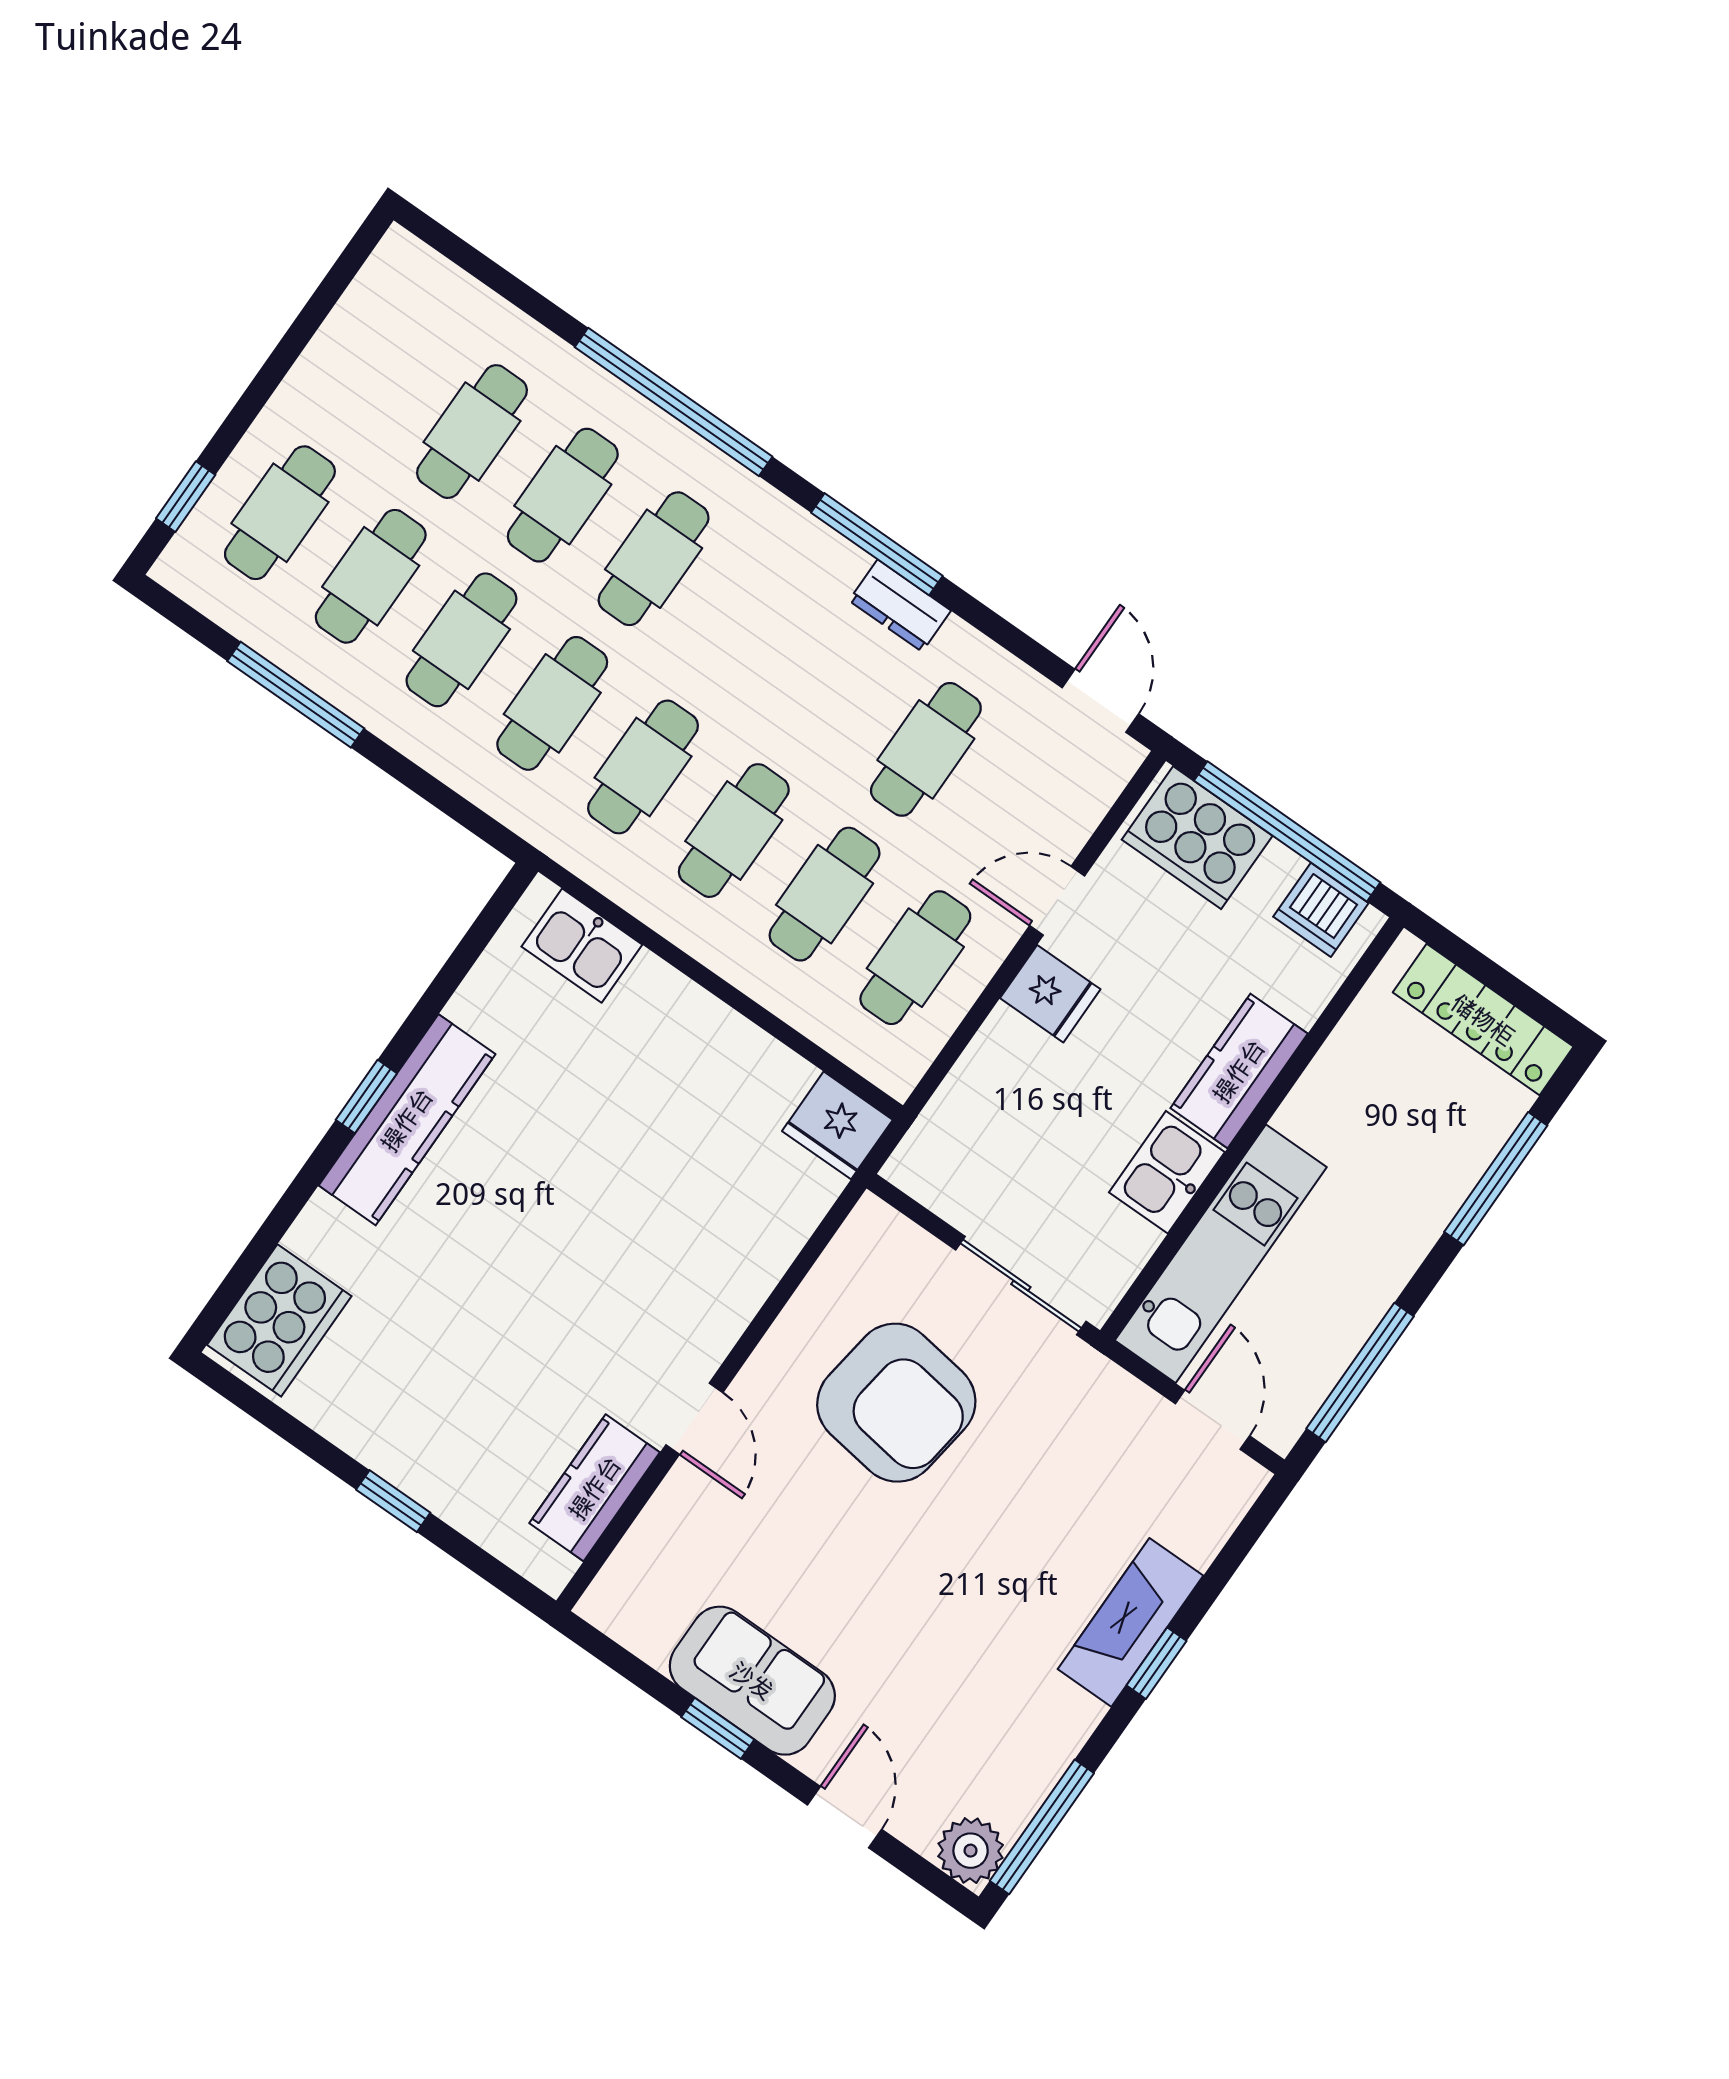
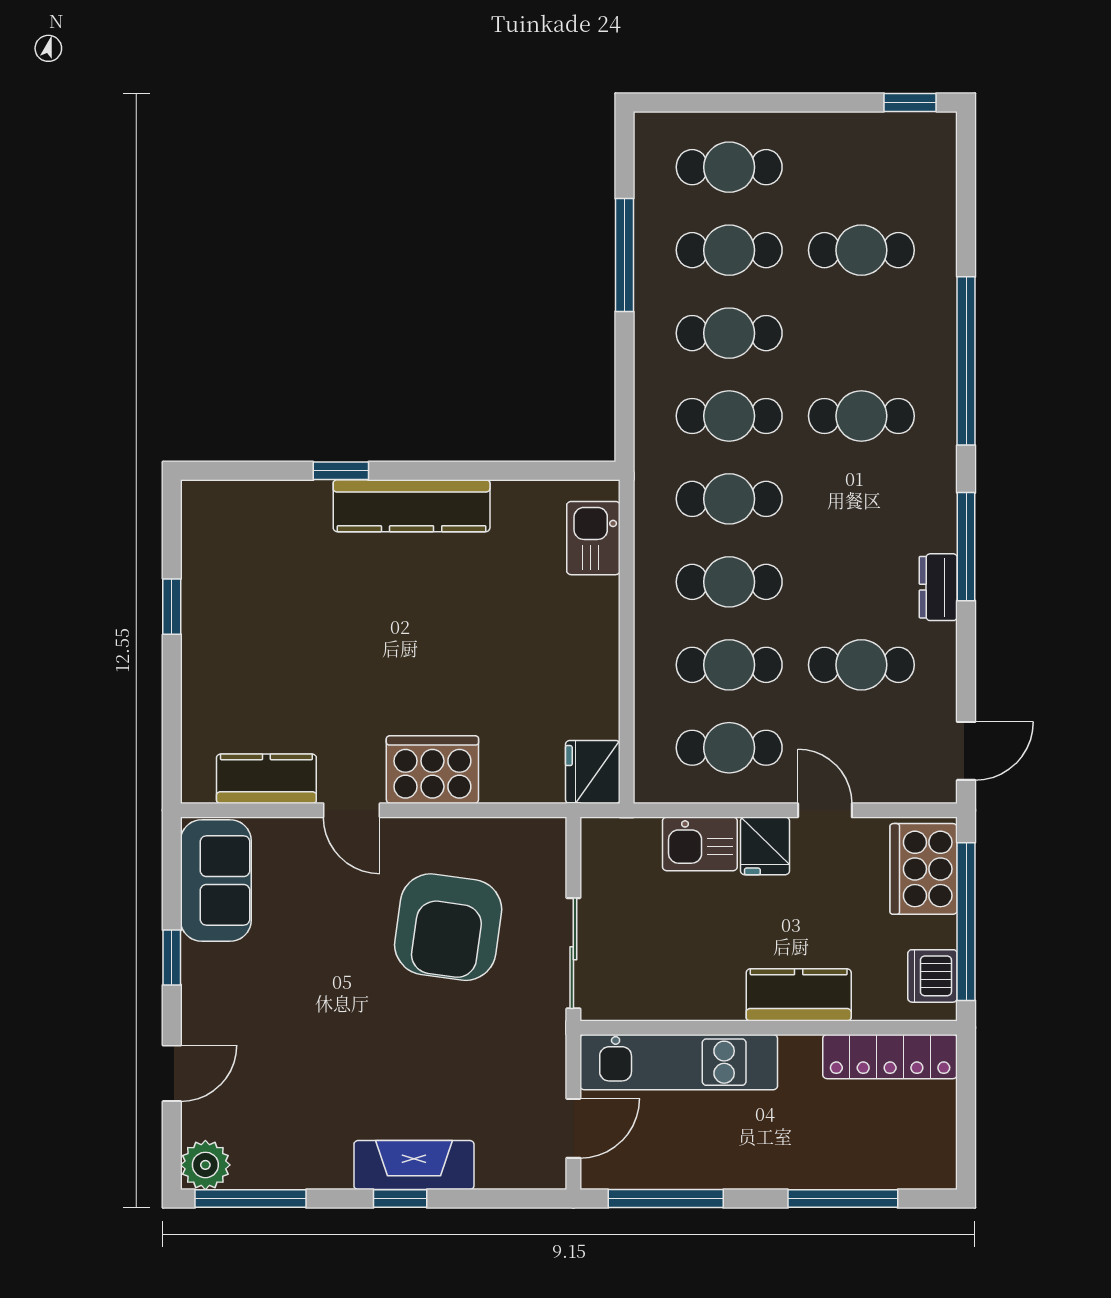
cafe table: (563, 495) -> (861, 333), removed
window: (186, 497) -> (910, 102), moved
locker: (1483, 1020) -> (890, 1057), moved, turned -90
window: (366, 1097) -> (341, 471), moved
kitchen sink: (1167, 1172) -> (700, 844), moved, turned 180
cooker: (279, 1320) -> (432, 770), moved, turned 180
door: (694, 1419) -> (352, 810), hinge flipped
window: (393, 1501) -> (172, 607), moved
sofa: (752, 1681) -> (216, 880), moved

